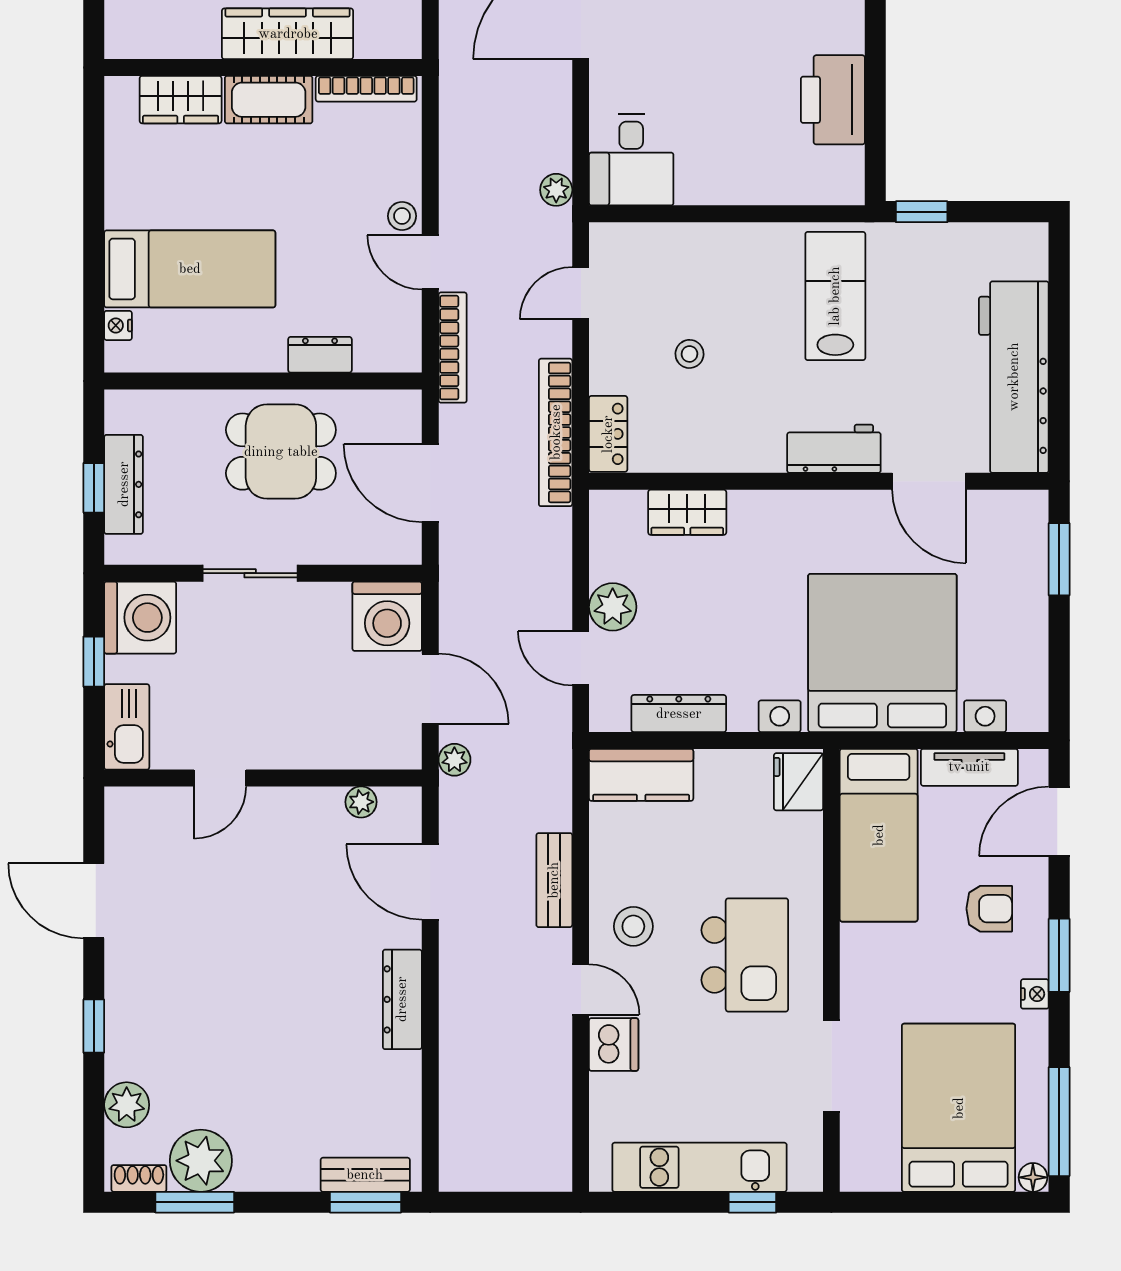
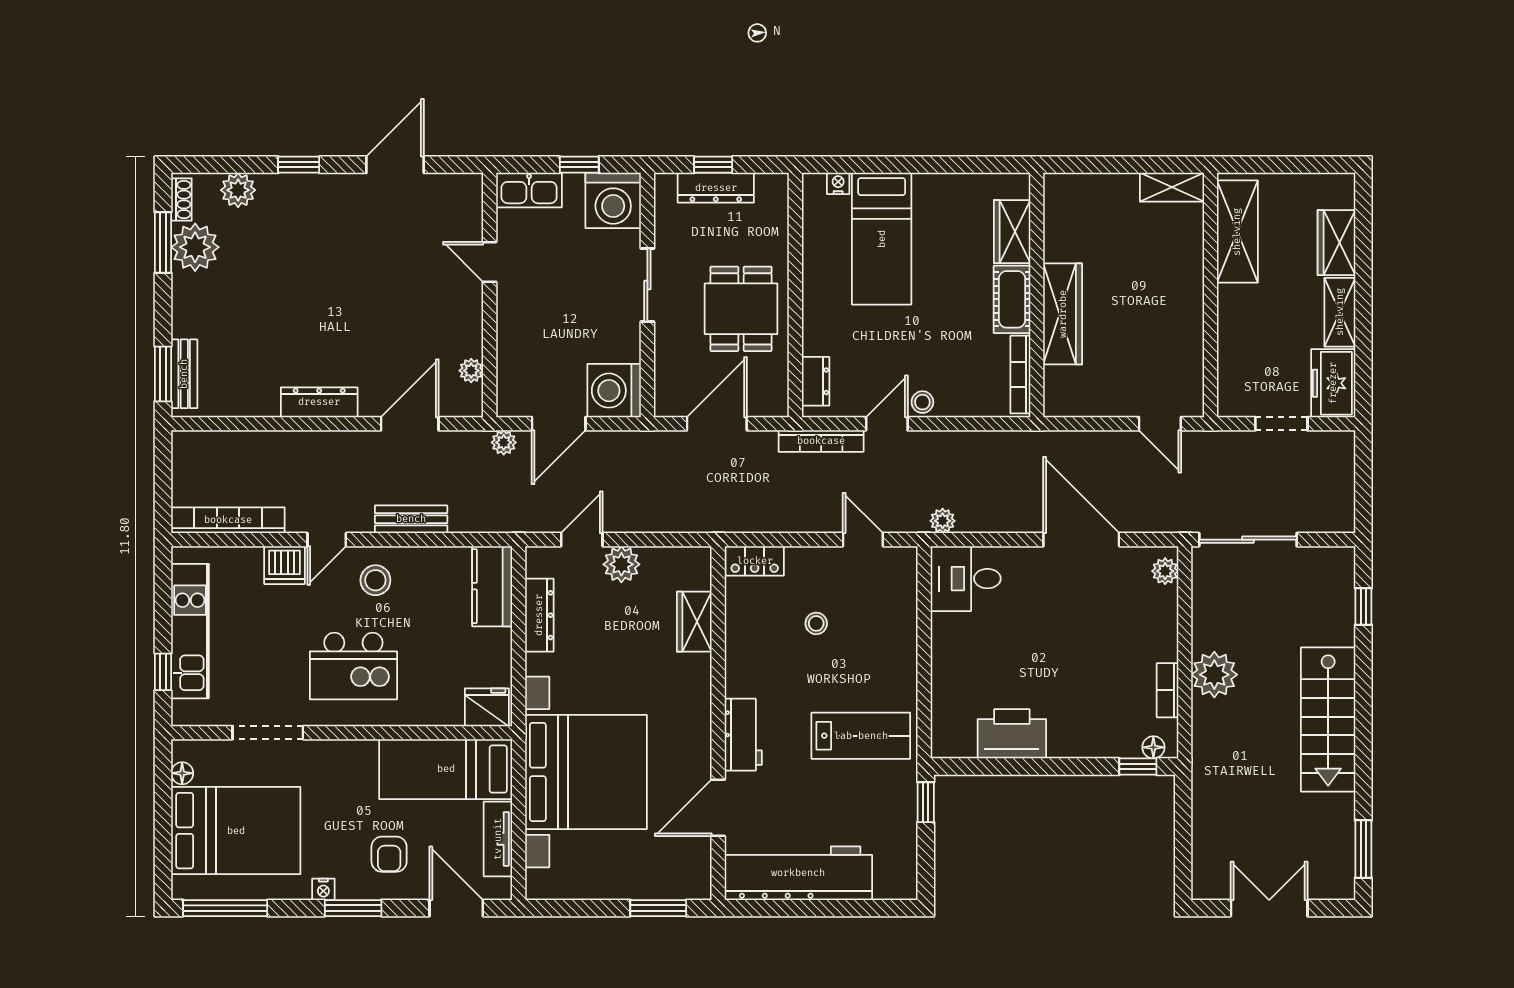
dresser: (320, 355) -> (816, 381), moved
bookcase: (556, 432) -> (228, 520), moved
floor lamp: (1033, 1177) -> (182, 773), moved

